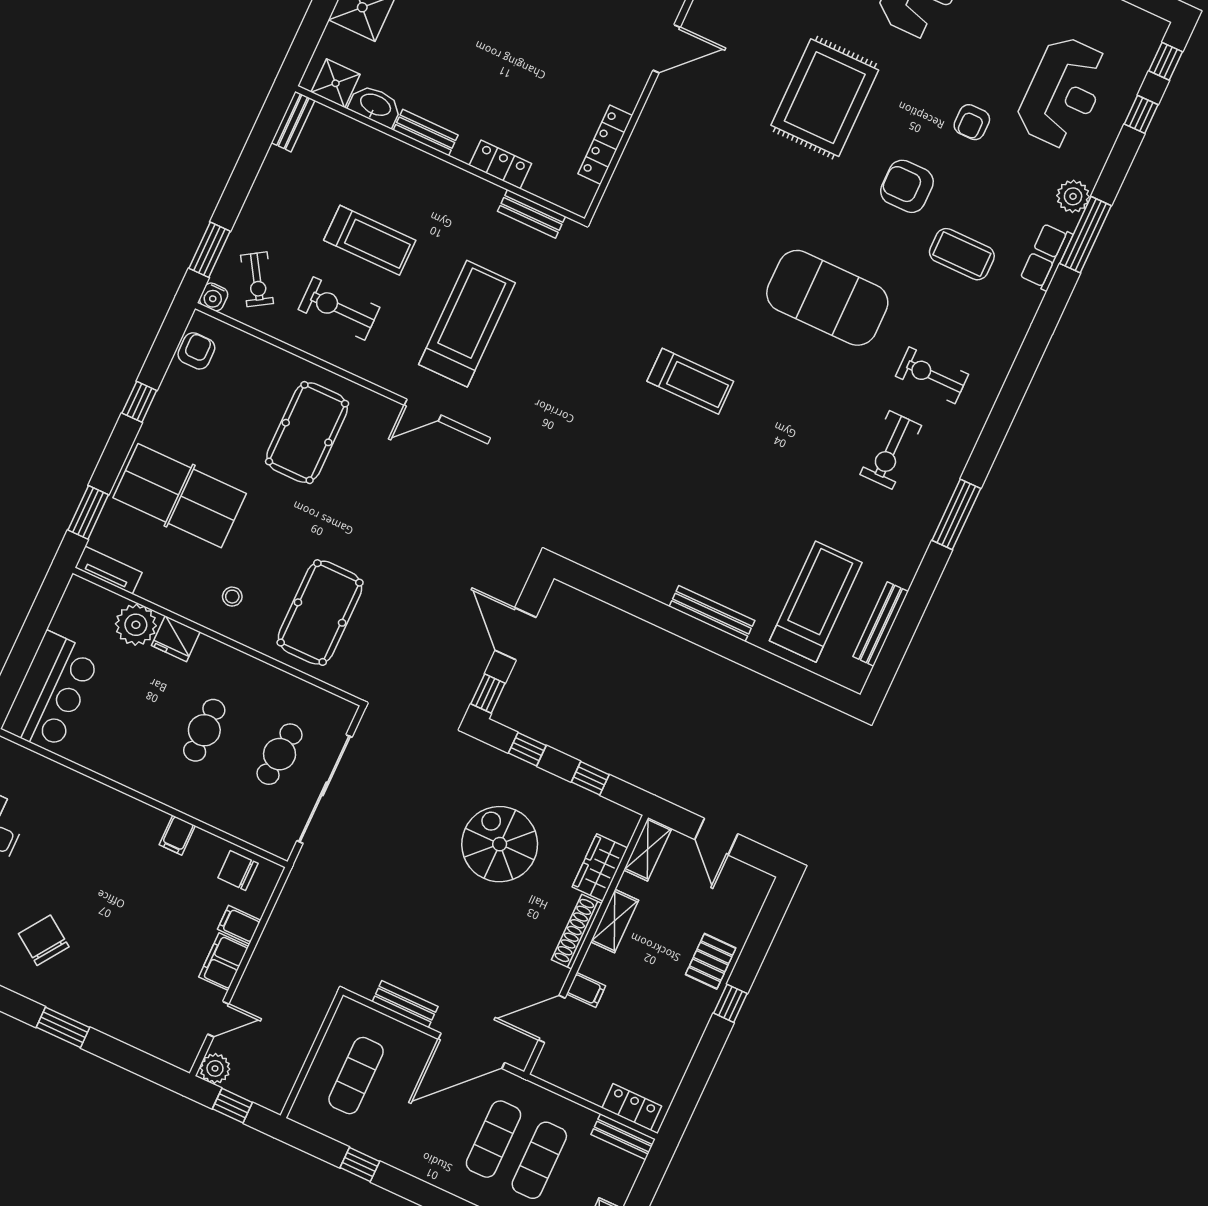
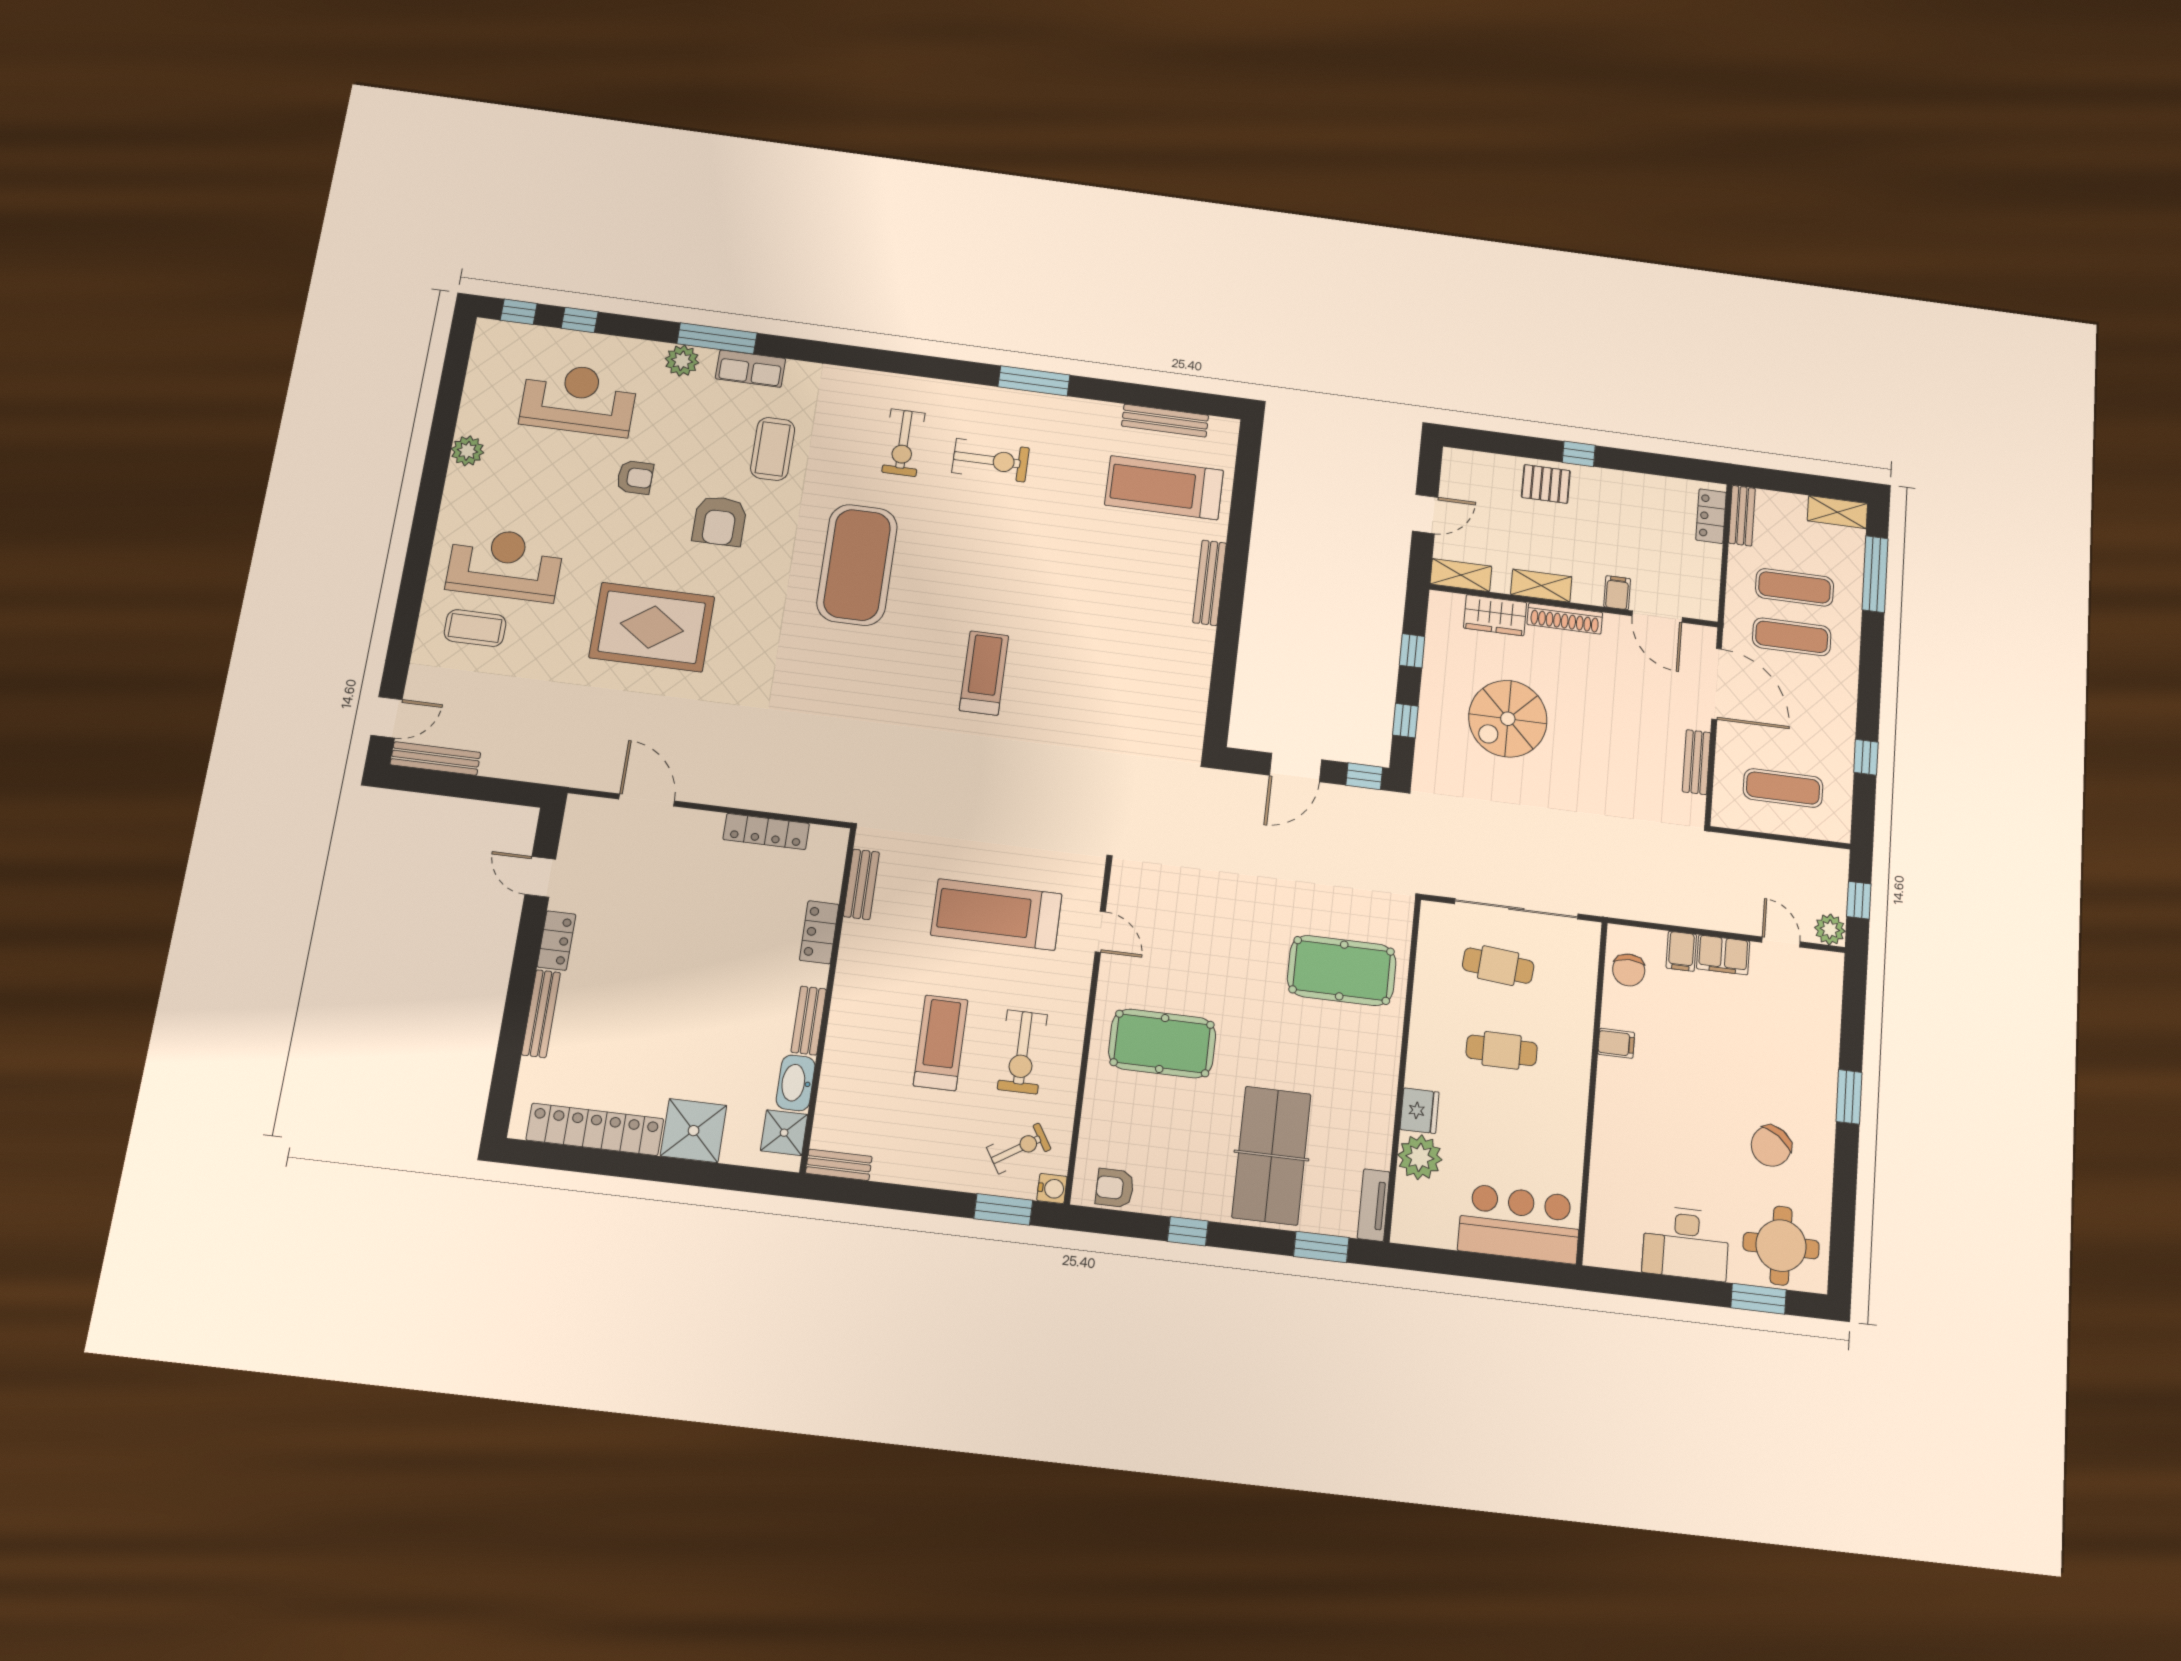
stool: (232, 597) -> (1356, 1066), removed

